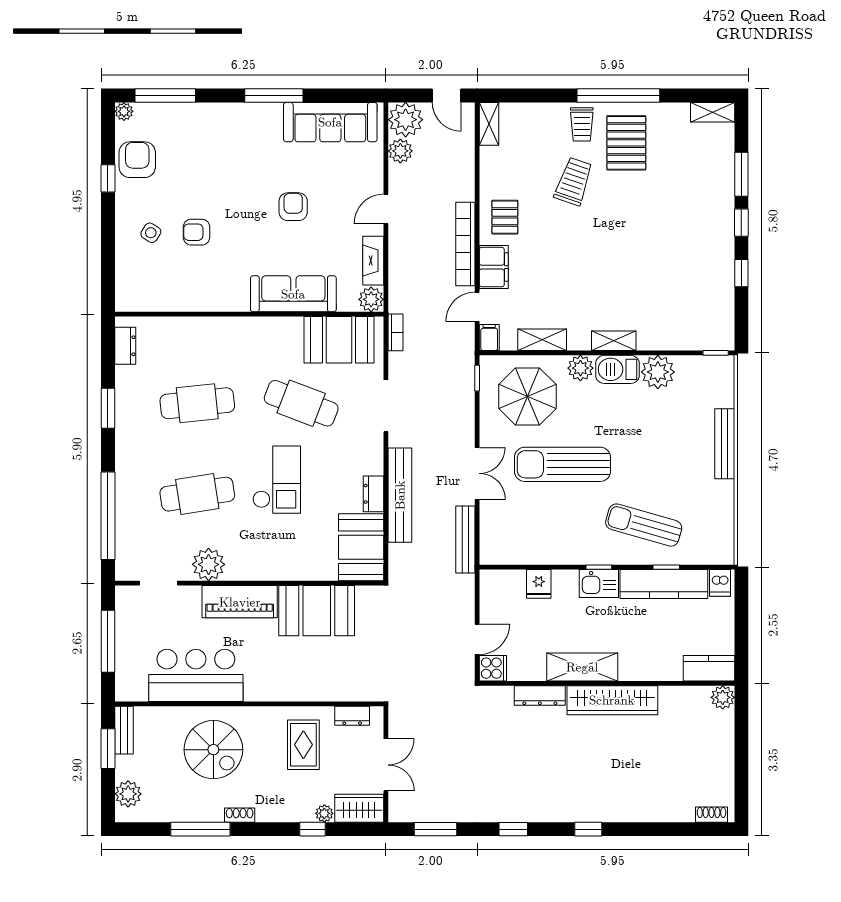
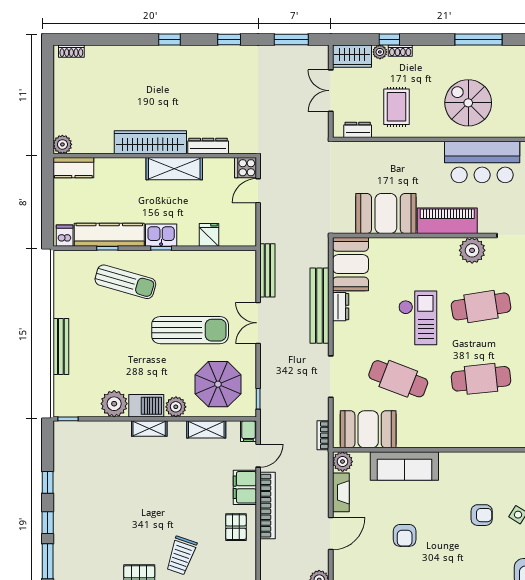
door: (386, 209) -> (331, 533), width x1.38
checkout: (277, 480) -> (418, 318), turned 180
shoe rack: (240, 815) -> (400, 51), moved

